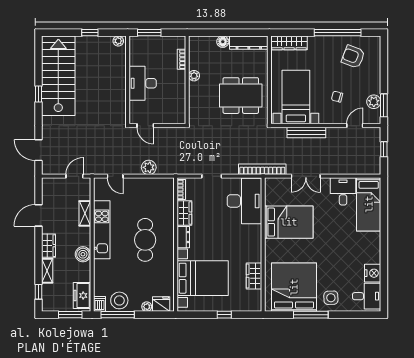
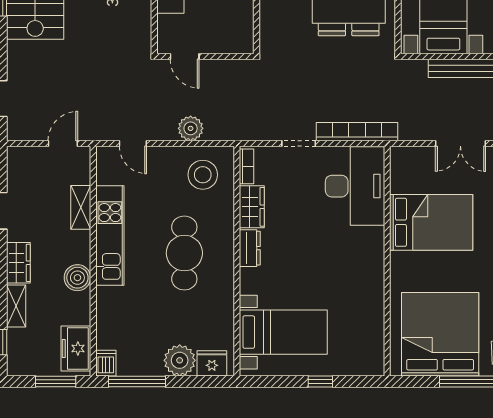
bookcase: (262, 169) -> (357, 132), moved
wardrobe: (254, 276) -> (371, 315), removed
bed with nightstands: (203, 278) -> (283, 332), width x0.73
stool: (119, 300) -> (203, 175), moved
plant: (147, 307) -> (180, 360), width x1.87, depth x1.87

